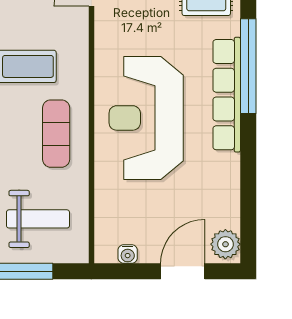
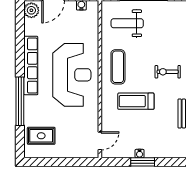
row of seats: (227, 95) -> (31, 66), moved

